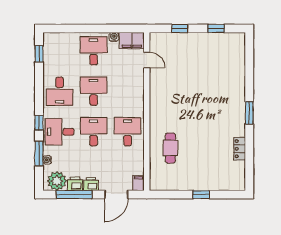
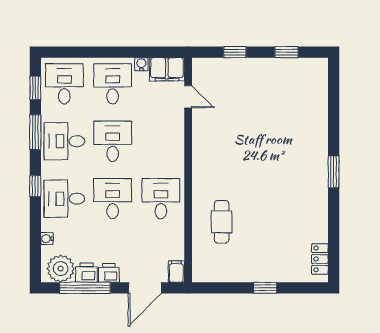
desk: (60, 51) -> (64, 84), added
desk: (60, 91) -> (64, 141), turned 90
locker: (240, 149) -> (320, 259), moved
window: (39, 154) -> (35, 132), moved

